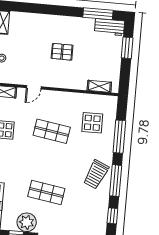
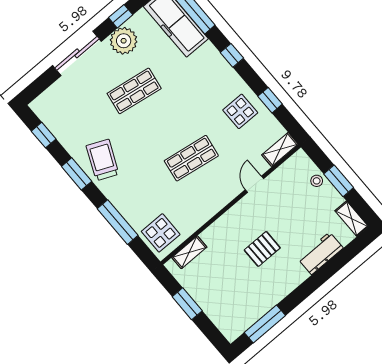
workbench: (110, 27) -> (321, 253), moved
window: (127, 48) -> (187, 304), moved
display table: (92, 123) -> (161, 233), moved
window: (116, 181) -> (77, 174), width x0.69

